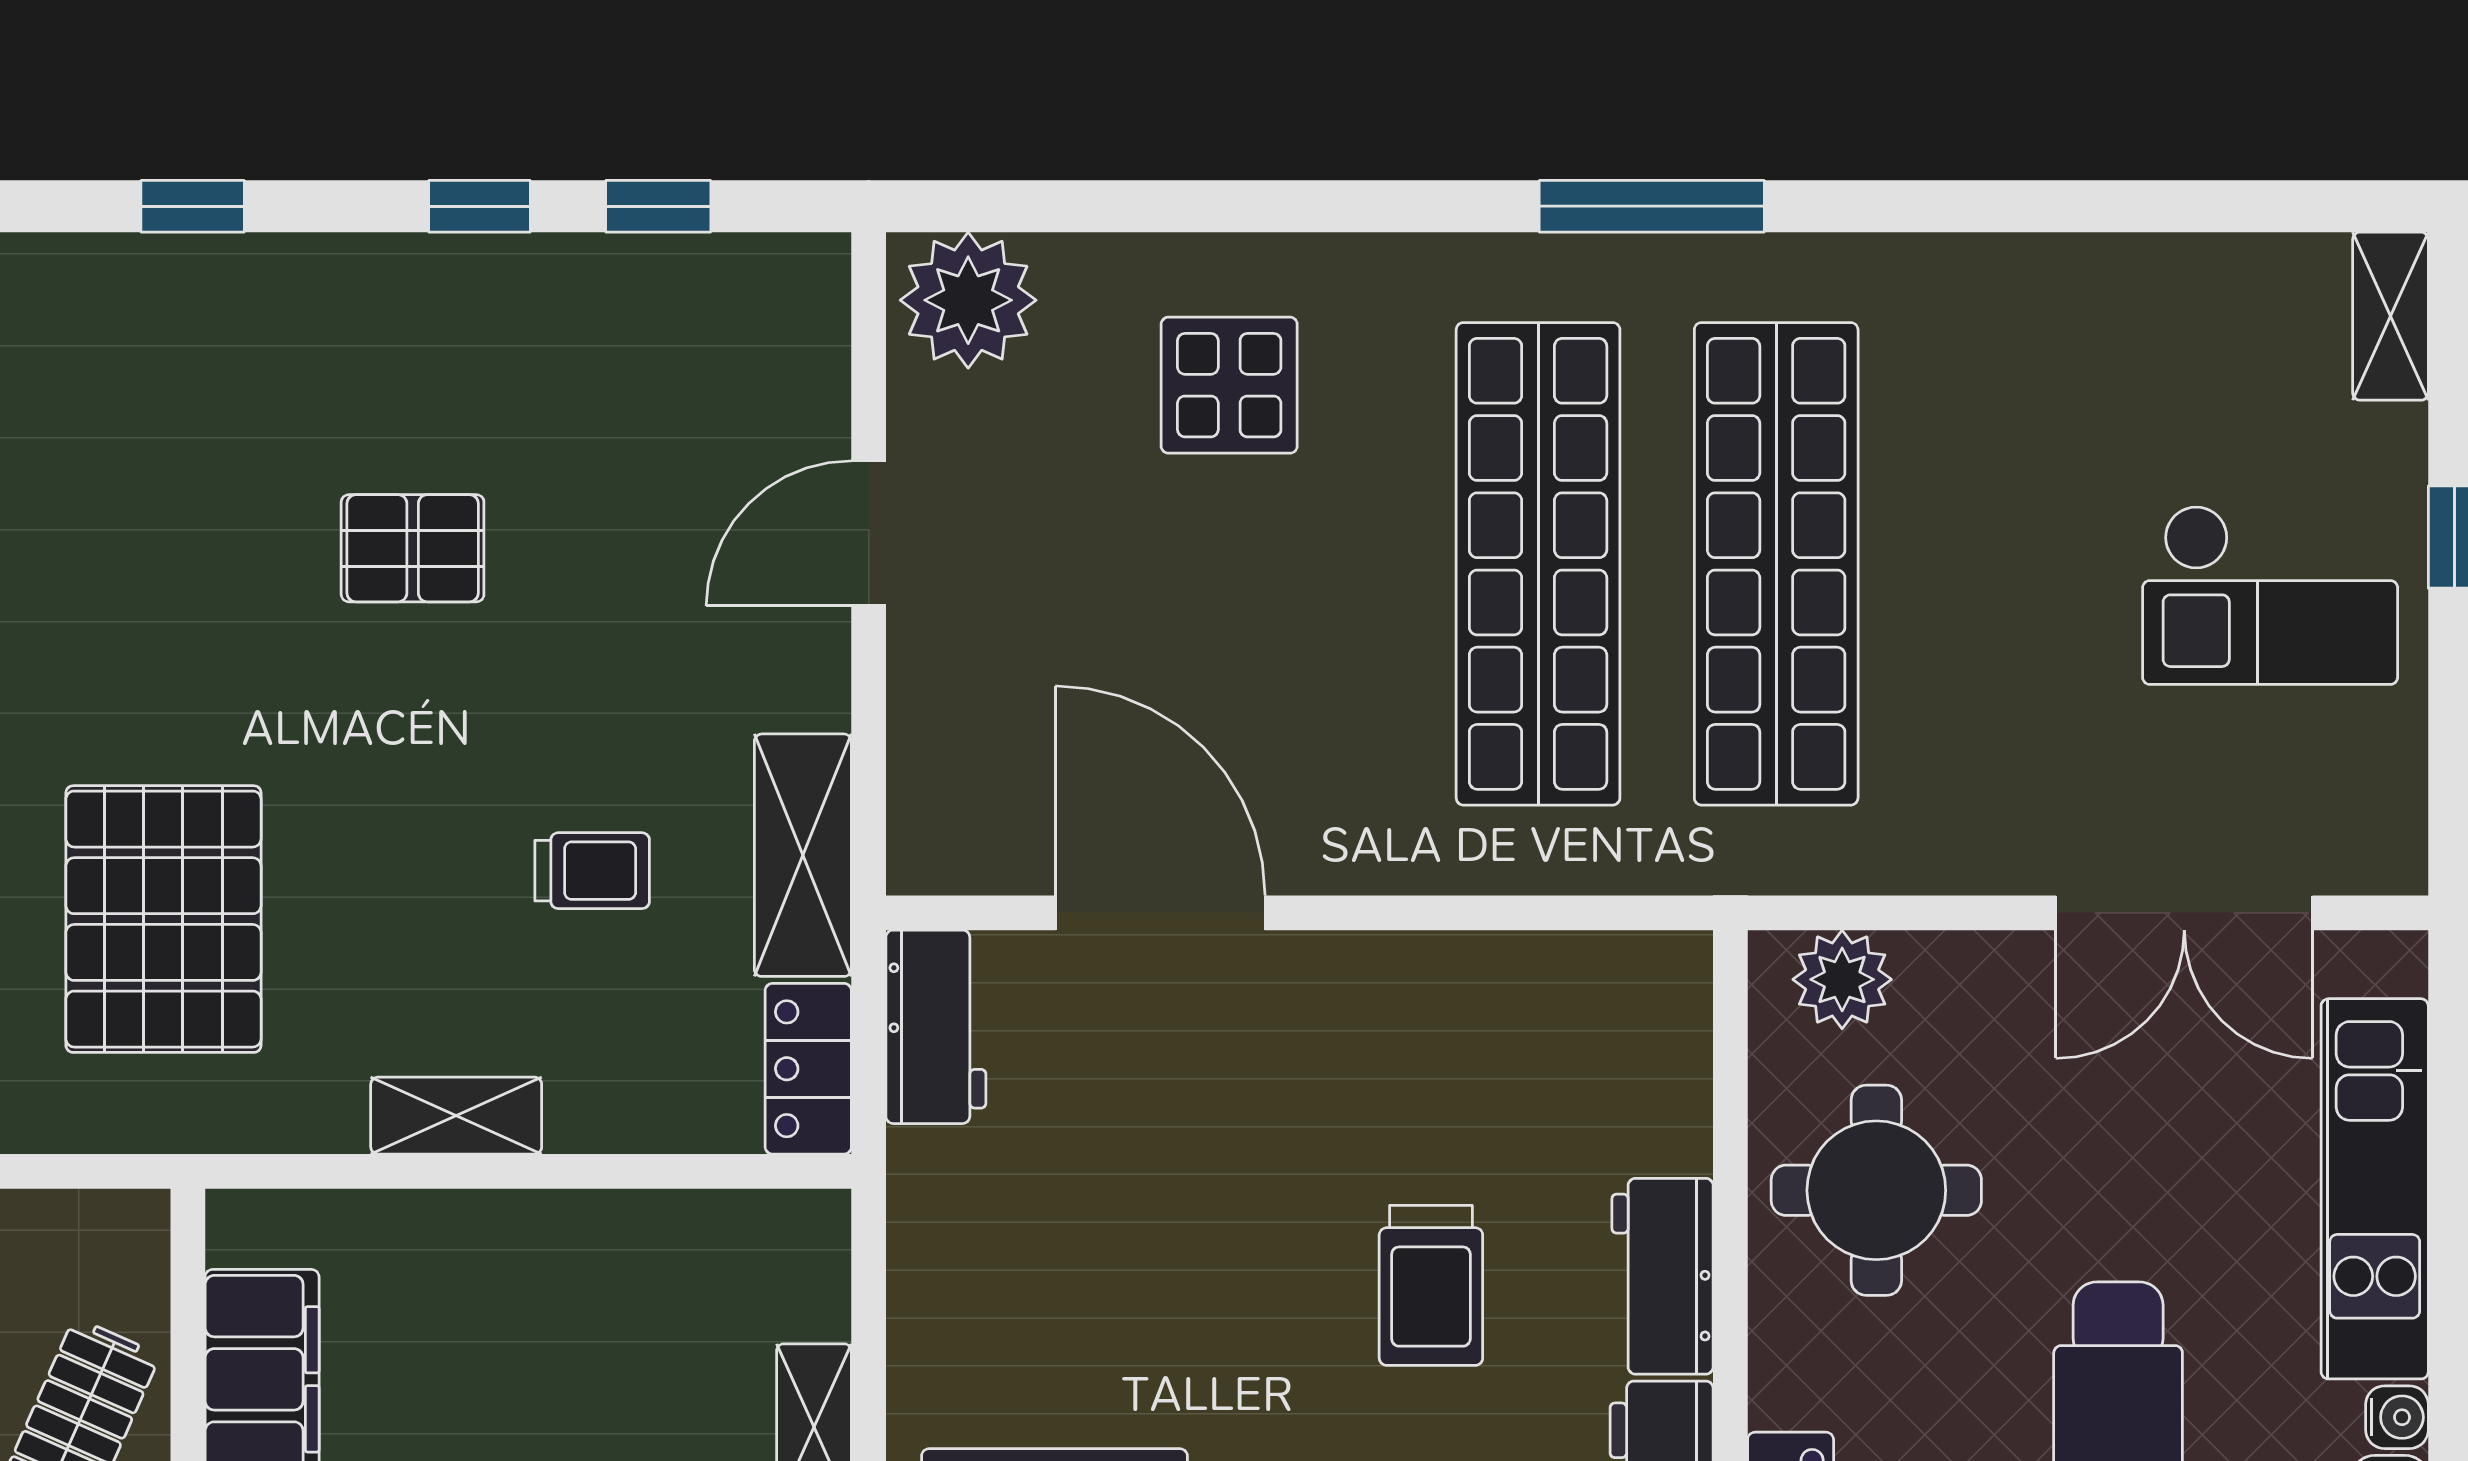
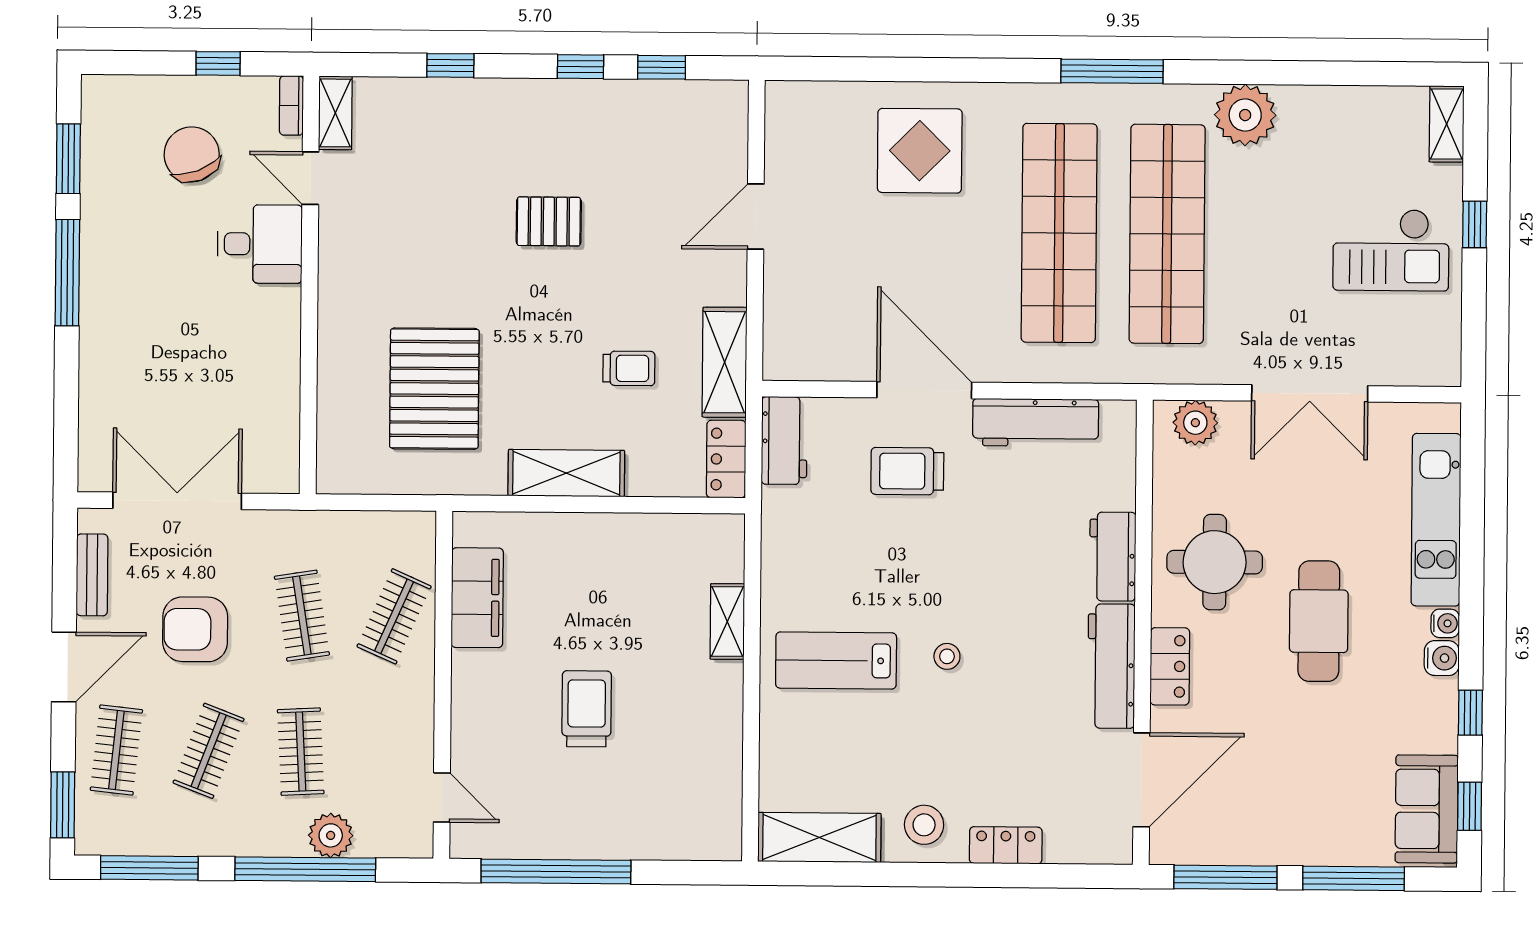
plant: (968, 300) -> (1245, 115), moved
display table: (1229, 385) -> (920, 151), width x1.36, depth x1.36
door: (1160, 913) -> (924, 390), moved
double door: (2184, 913) -> (1310, 393), moved
workbench: (1490, 982) -> (1036, 422), added
shelving: (456, 1116) -> (566, 473), width x1.50, depth x1.33
round table: (1876, 1190) -> (1215, 562), moved
trolley: (1431, 1285) -> (907, 471), moved, turned 90

